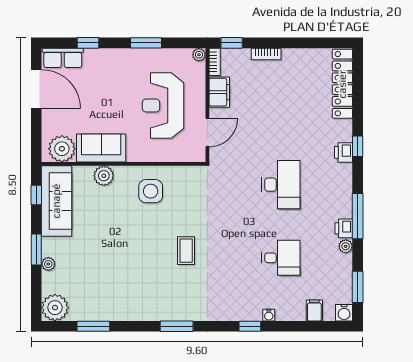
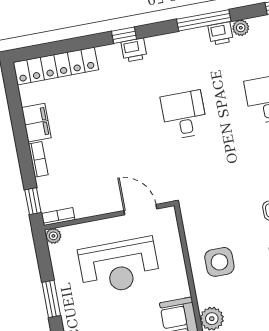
filing cabinet: (219, 92) -> (36, 123), moved, turned 90
desk: (281, 185) -> (184, 115), width x0.73

